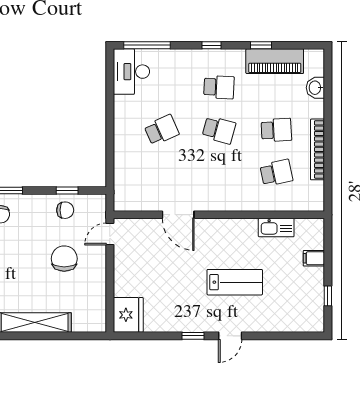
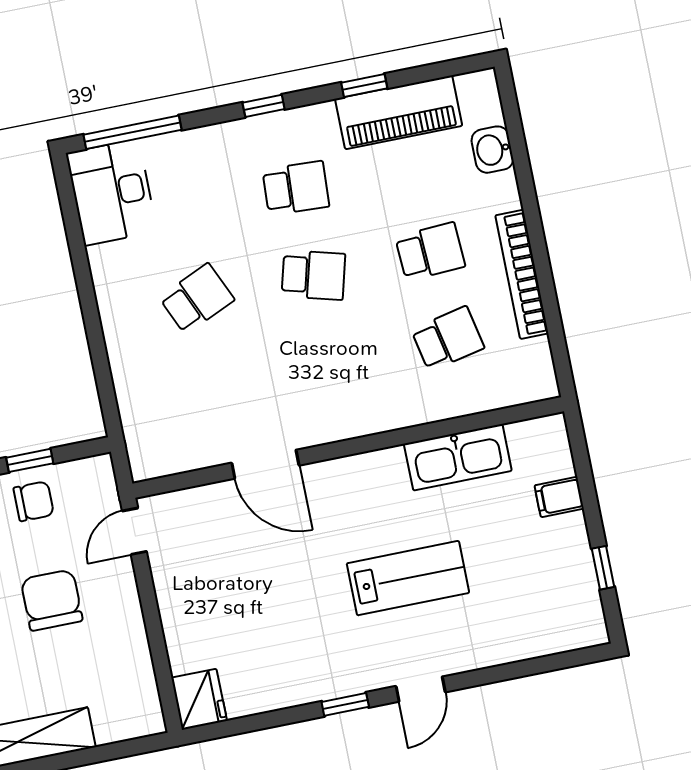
kitchen sink: (276, 228) -> (458, 457), width x1.36, depth x1.24
fridge: (128, 315) -> (199, 699), width x0.73, depth x0.75

